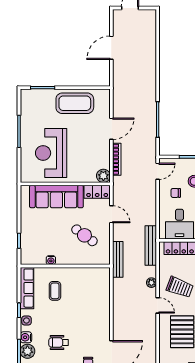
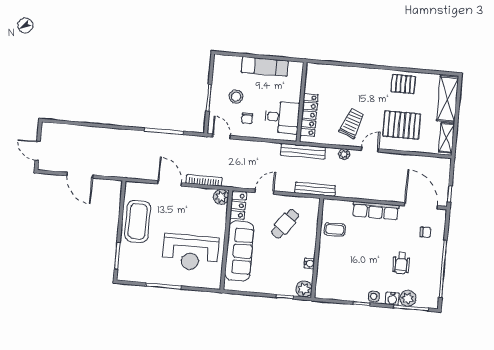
plant: (28, 257) -> (304, 289), added
row of seats: (27, 288) -> (376, 211), moved, turned 180
coffee table: (55, 291) -> (335, 230), moved

